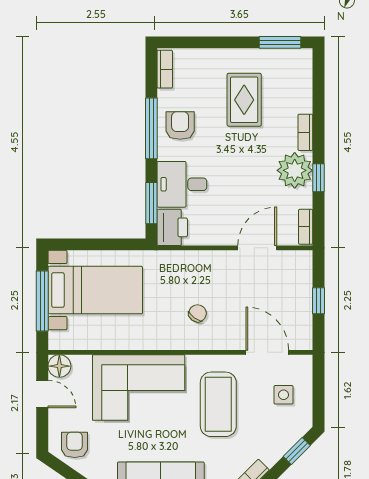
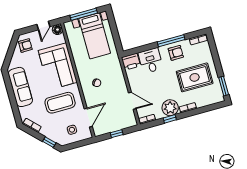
rug: (244, 100) -> (195, 77), width x1.36, depth x1.43
window: (151, 203) -> (139, 50), removed

